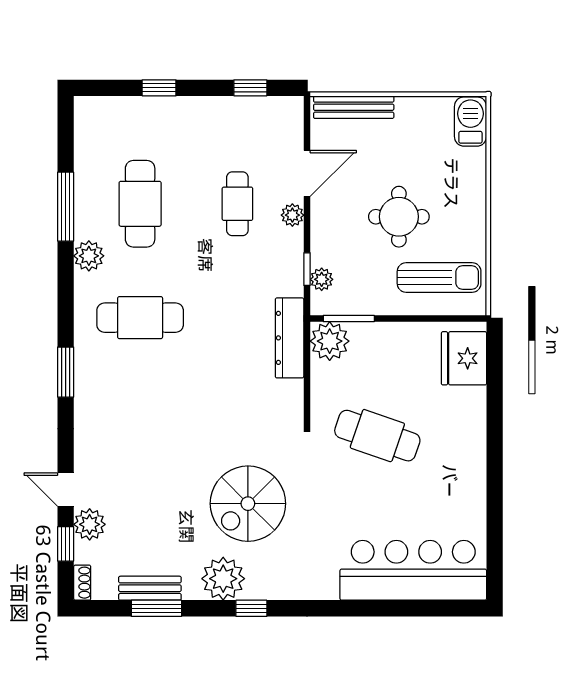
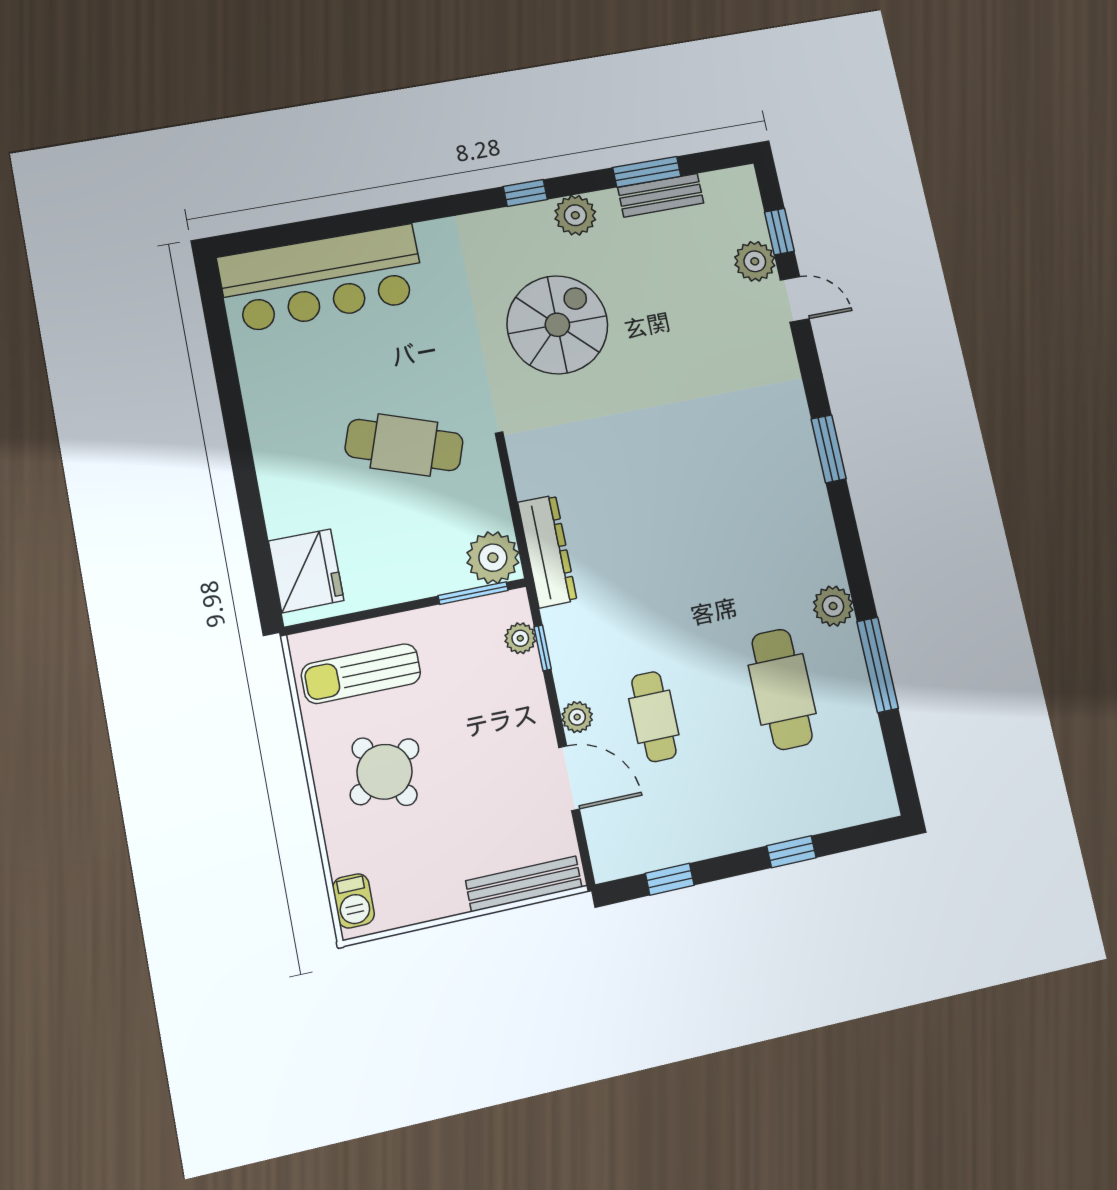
barbecue: (470, 122) -> (353, 901), width x0.73, depth x0.79
door: (307, 173) -> (569, 778), swing flipped
round table: (399, 217) -> (385, 772), moved, turned -32
cafe table: (140, 318) -> (749, 539), removed
plant: (223, 579) -> (575, 215), width x0.73, depth x0.73
shoe rack: (82, 583) -> (748, 187), removed

